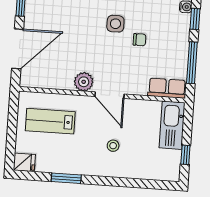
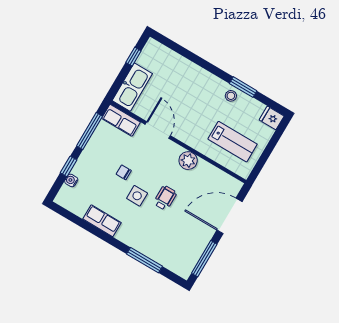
wheelchair: (88, 35) -> (165, 198), added
door: (109, 95) -> (158, 130), moved
stool: (113, 146) -> (231, 96), moved

